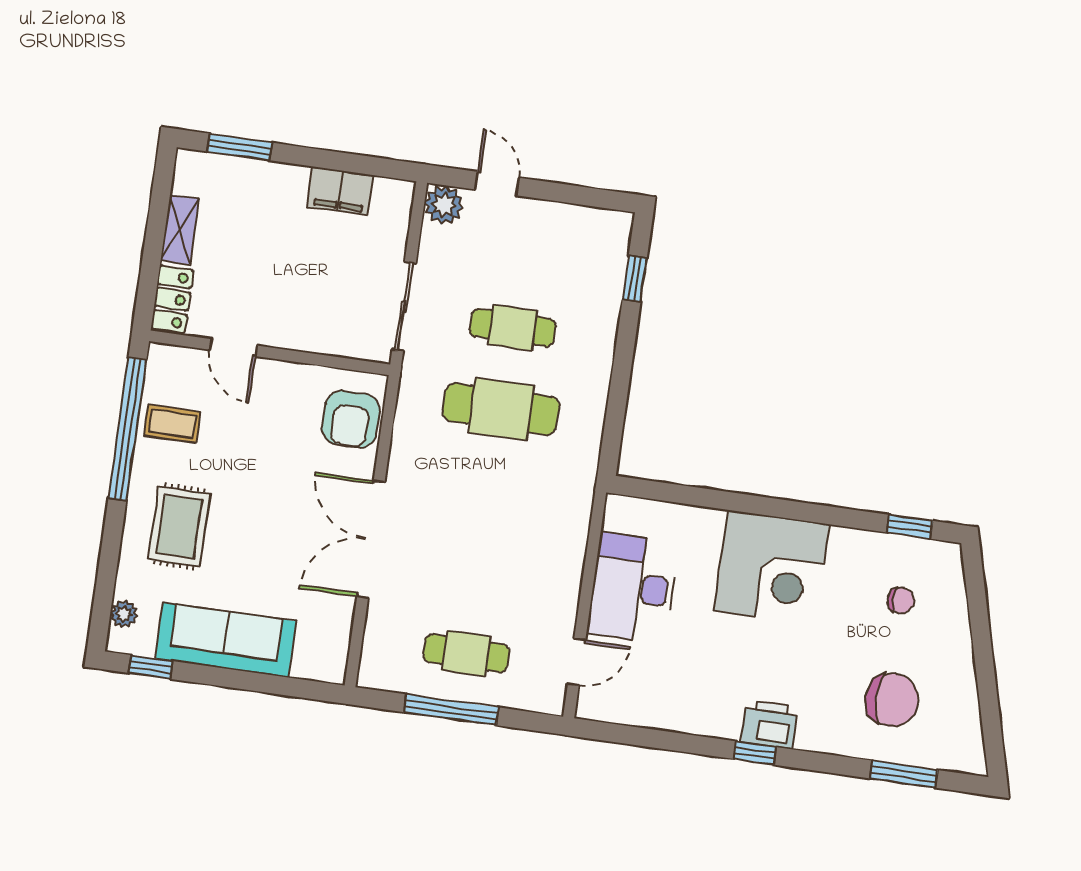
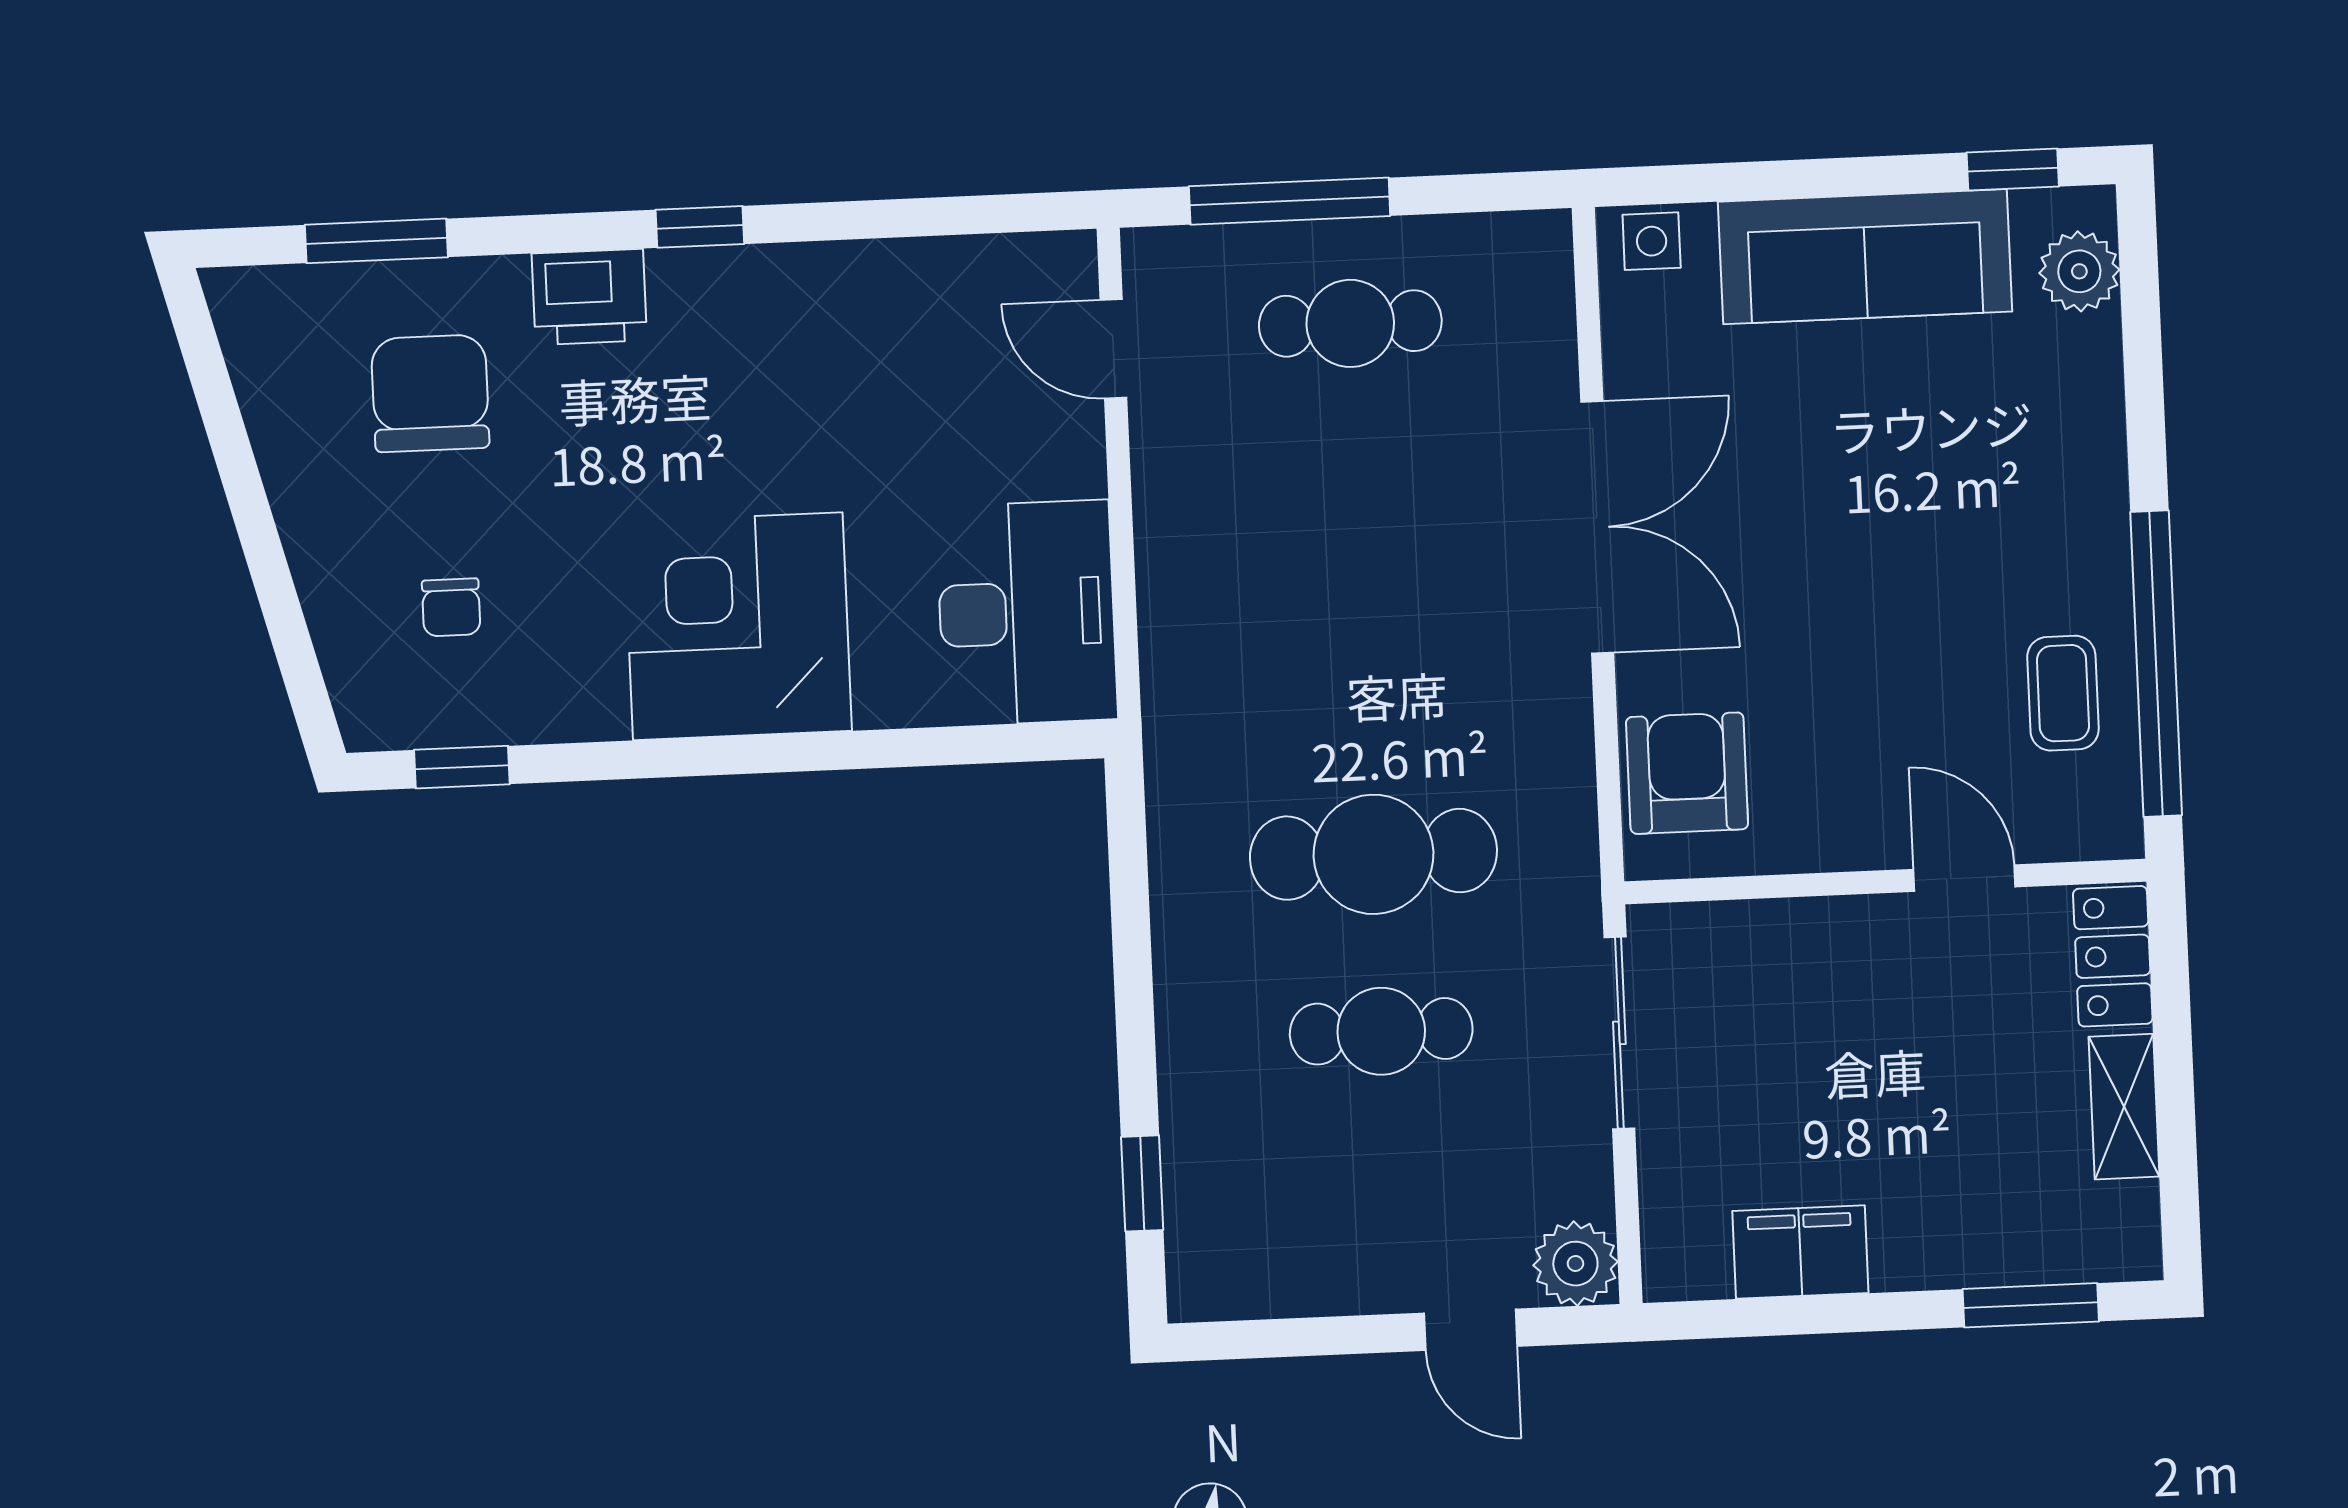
coffee table: (172, 424) -> (2063, 693), turned 90
rug: (179, 526) -> (2008, 478), removed
desk: (633, 588) -> (1027, 613), moved
chair: (901, 600) -> (451, 607), turned -90
plant: (124, 614) -> (2079, 271), width x1.38, depth x1.38
door: (577, 662) -> (1113, 349), hinge flipped
side table: (322, 665) -> (1652, 241), added
chair: (892, 700) -> (430, 393), turned 90
window: (451, 710) -> (1290, 201), moved
printer: (770, 724) -> (589, 297), moved

